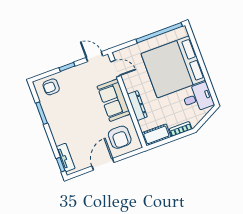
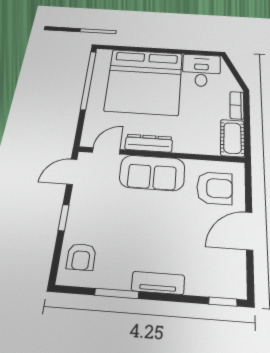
dresser: (137, 106) -> (149, 143), moved
tv unit: (66, 157) -> (158, 283), moved
door: (103, 164) -> (249, 231), hinge flipped

